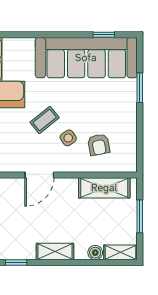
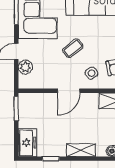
side table: (68, 138) -> (91, 73), moved

